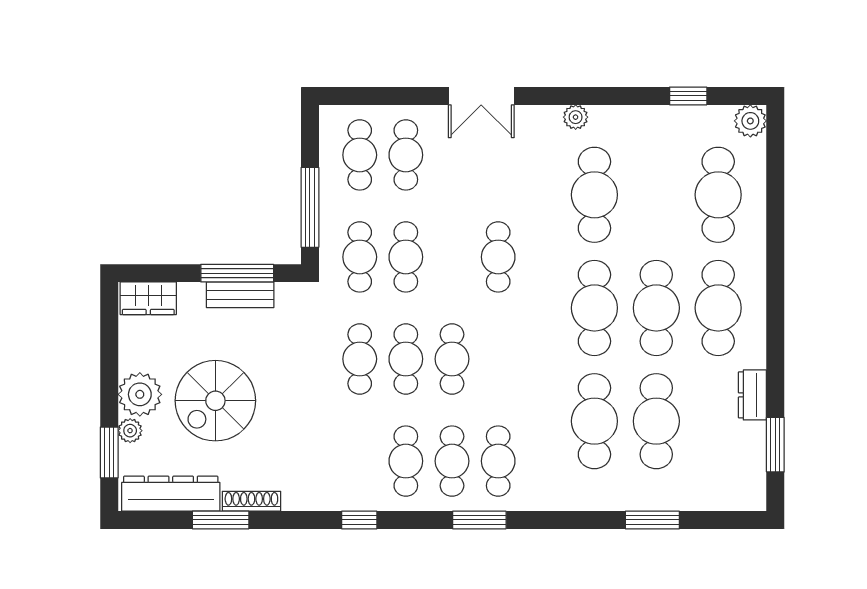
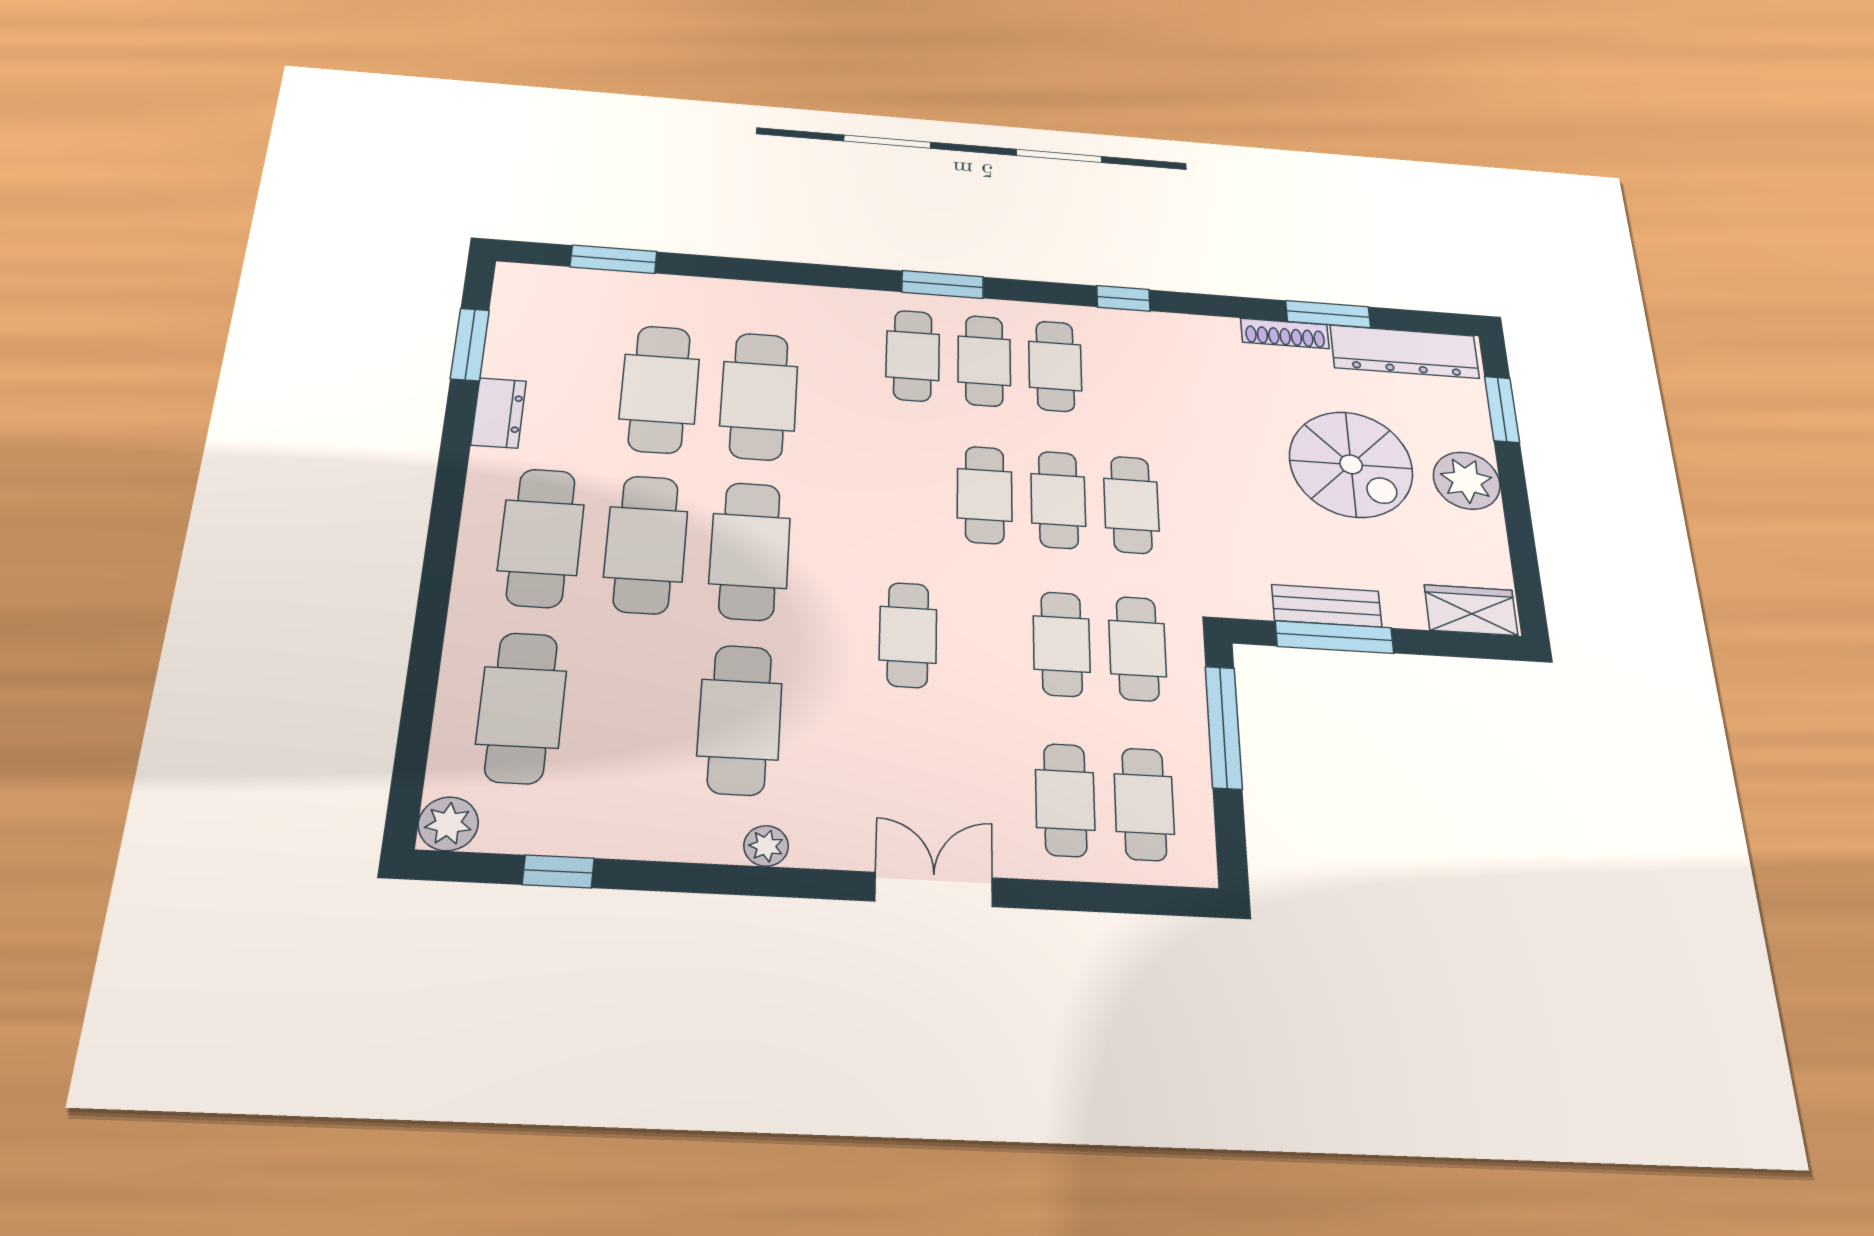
spiral stairs: (215, 401) -> (1351, 464), turned 90
plant: (130, 431) -> (1475, 435), removed
window: (652, 520) -> (613, 259), moved

